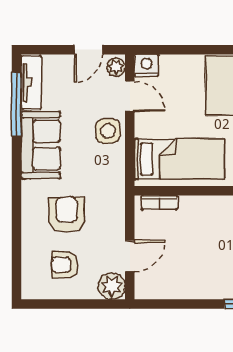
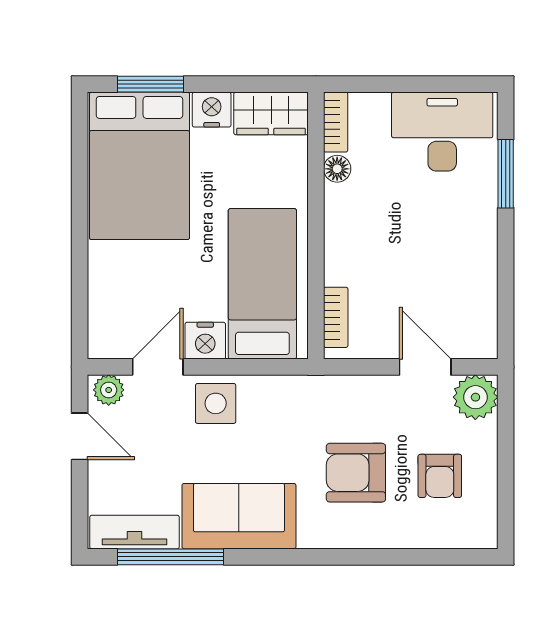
nightstand: (146, 65) -> (205, 341), moved, turned -90

